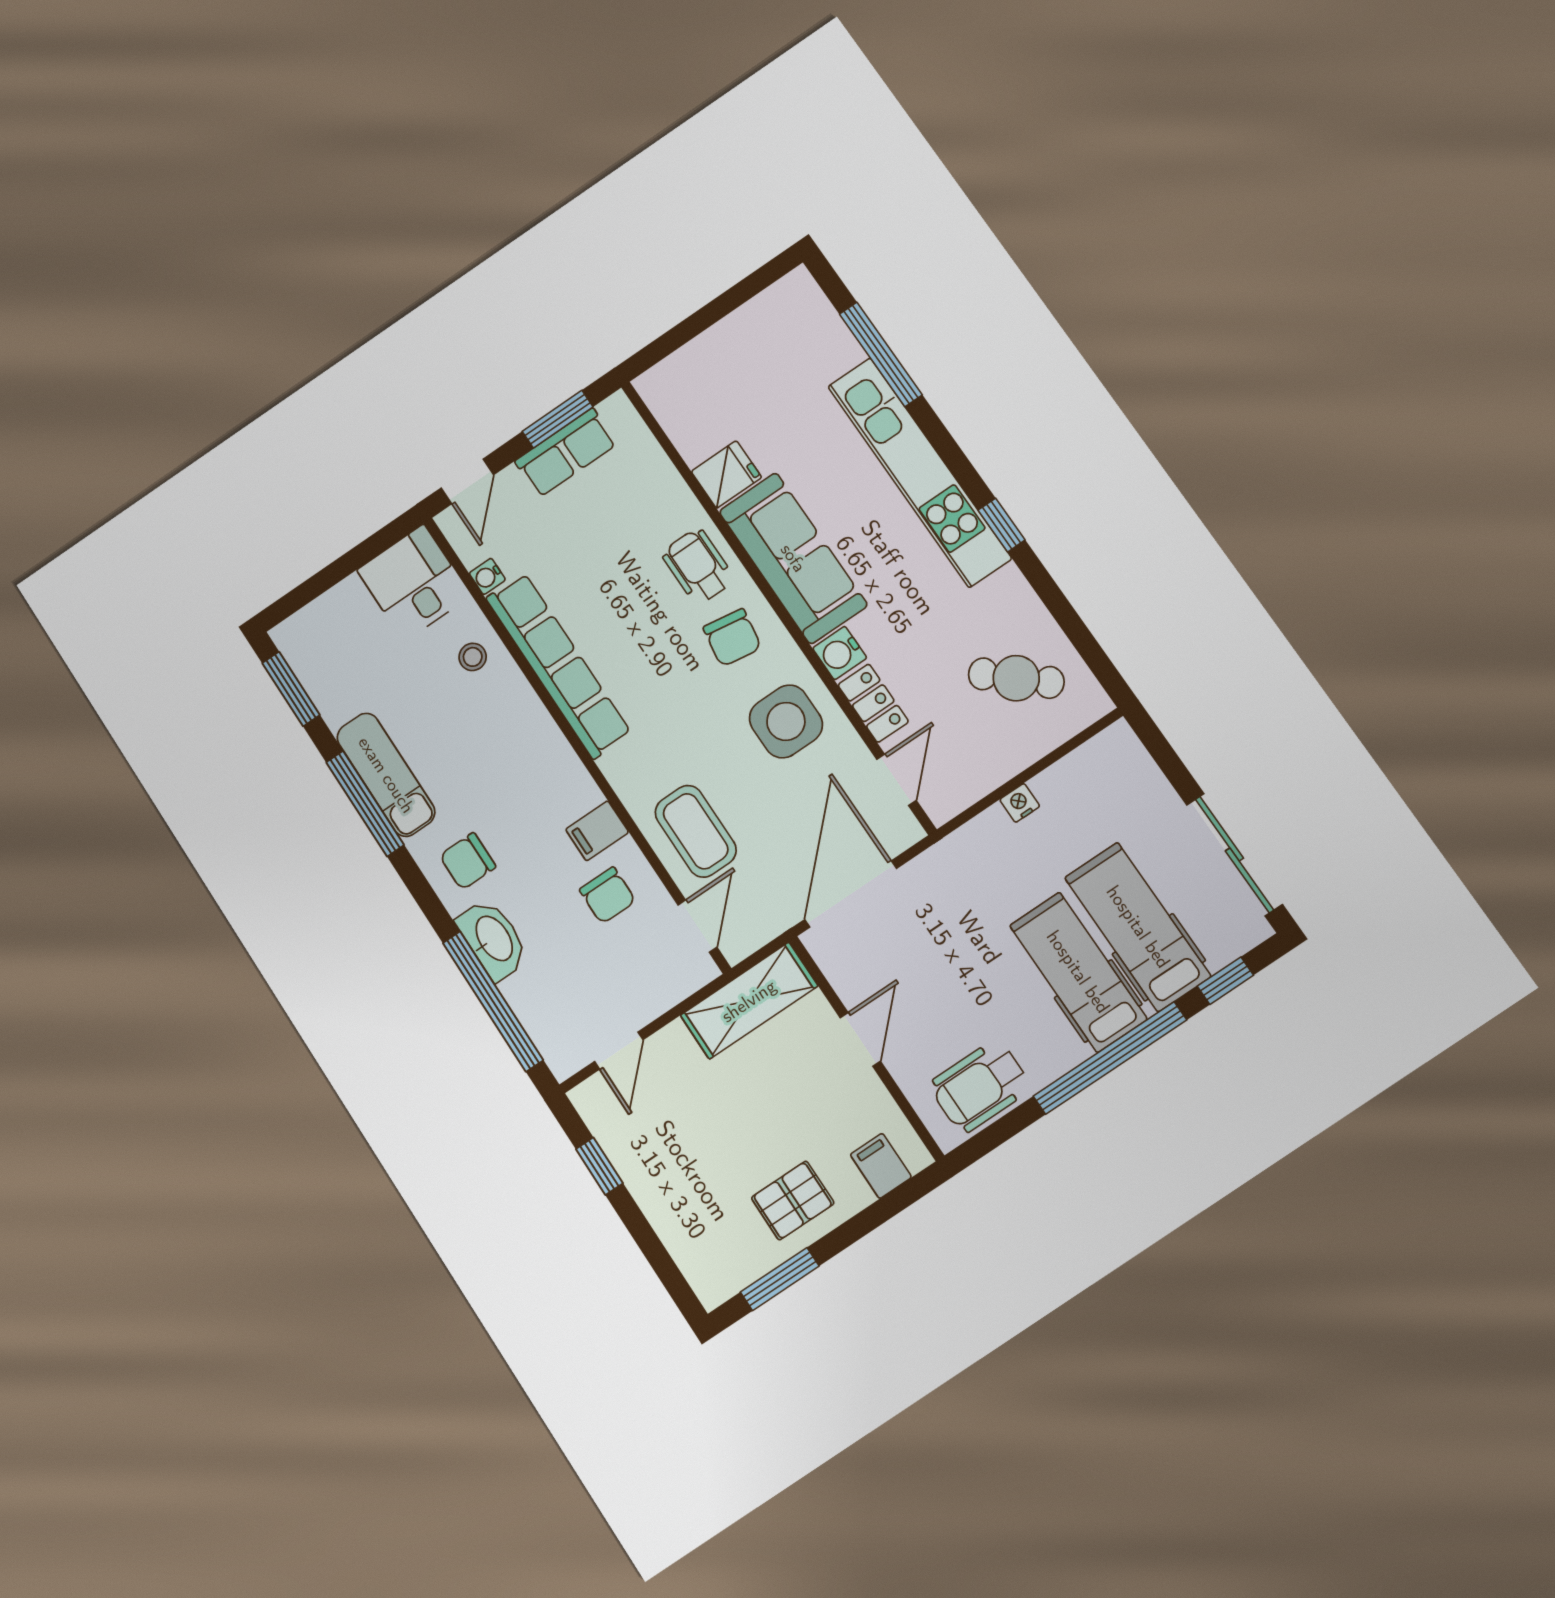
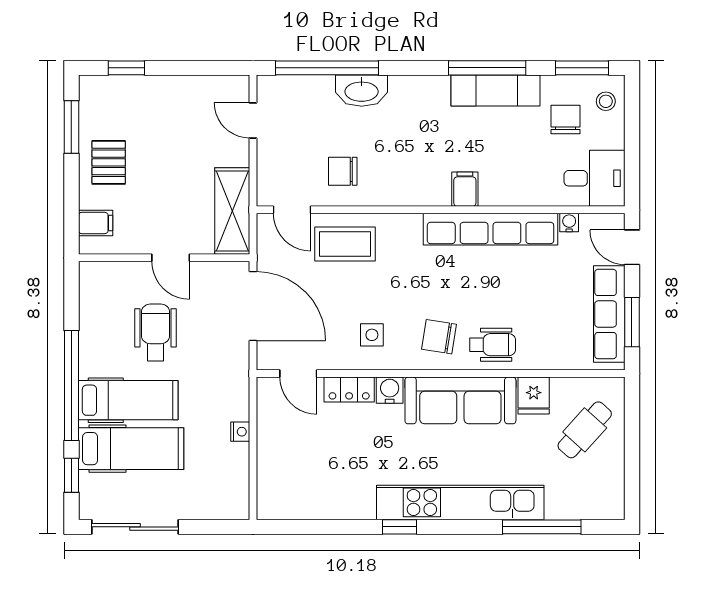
row of seats: (566, 453) -> (609, 314), width x1.48
stool: (473, 657) -> (606, 101), moved
cafe table: (1016, 678) -> (585, 430), moved
side table: (786, 721) -> (372, 335), width x0.54, depth x0.54
filing cabinet: (597, 831) -> (465, 189), moved
chair: (468, 861) -> (566, 120), moved
wheelchair: (980, 1086) -> (156, 332), moved
window: (599, 1166) -> (126, 68), moved

